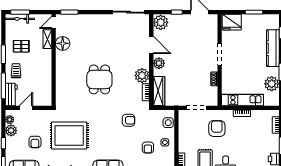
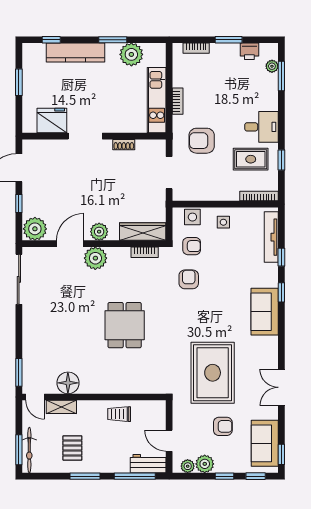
fridge: (232, 22) -> (52, 120), moved, turned -90
trolley: (16, 71) -> (119, 414), moved
plant: (142, 76) -> (95, 258), moved
dining table: (99, 79) -> (125, 325), turned 90
armchair: (148, 148) -> (192, 246), moved

